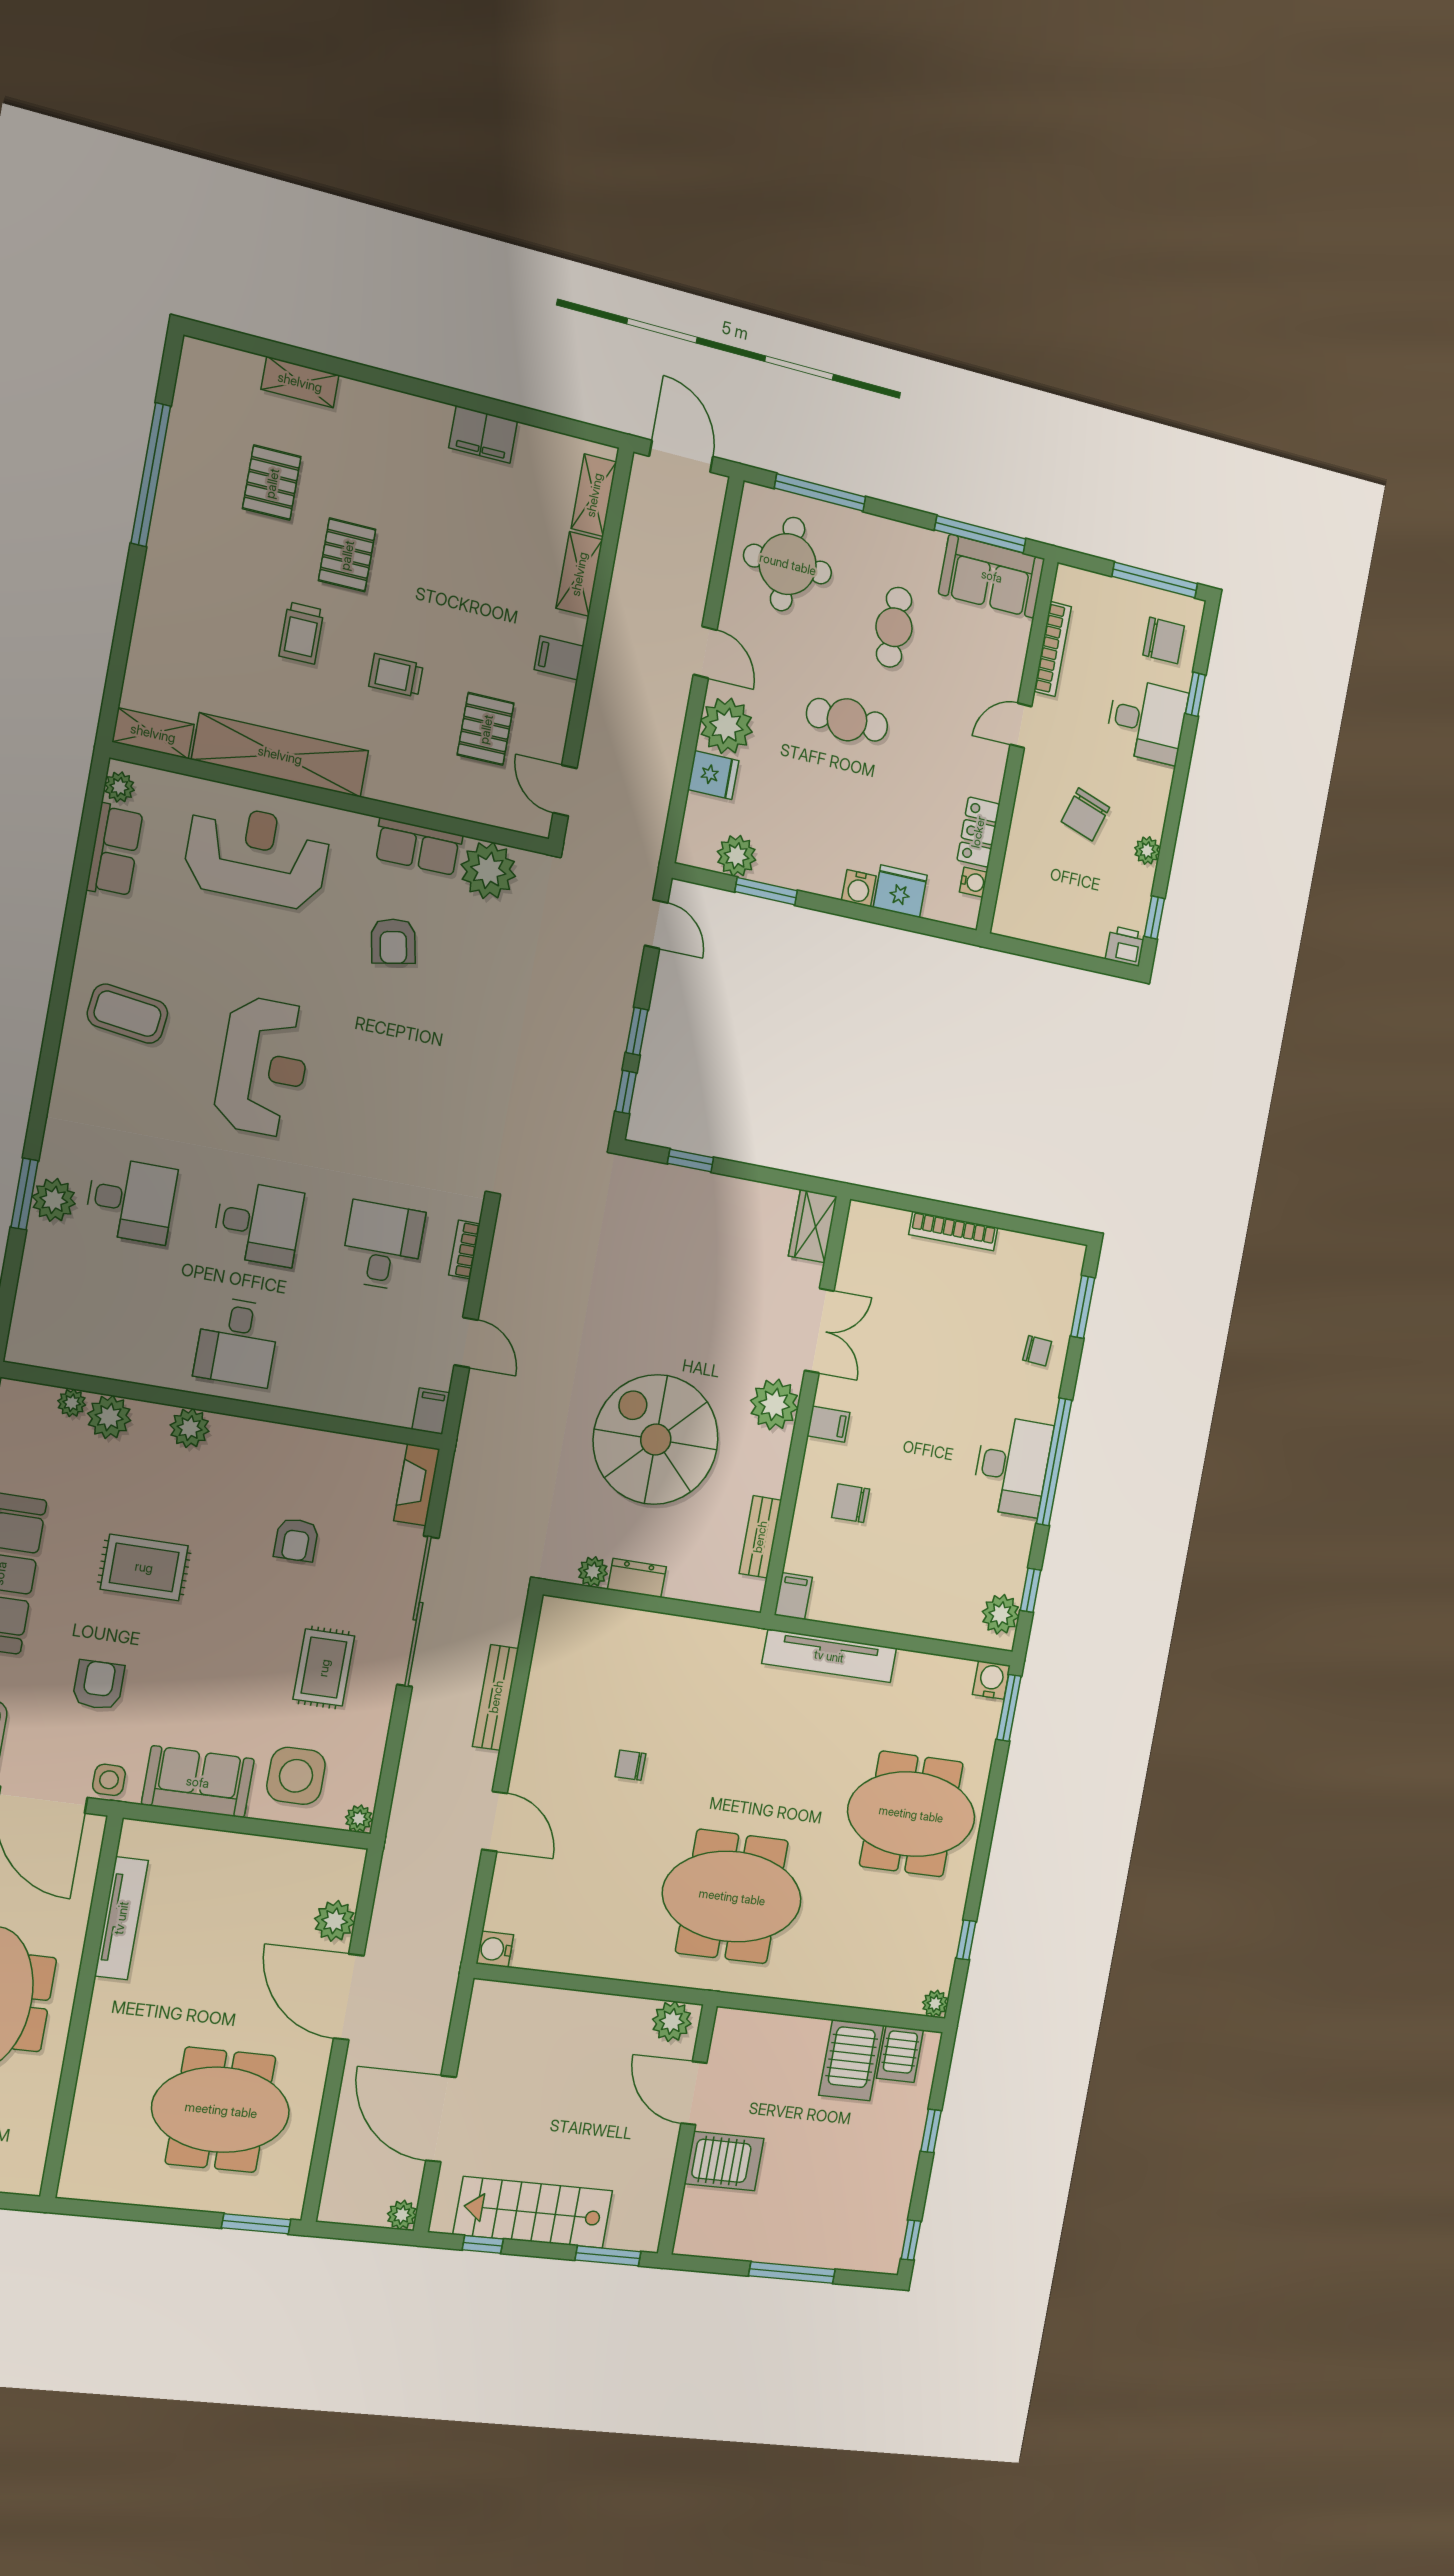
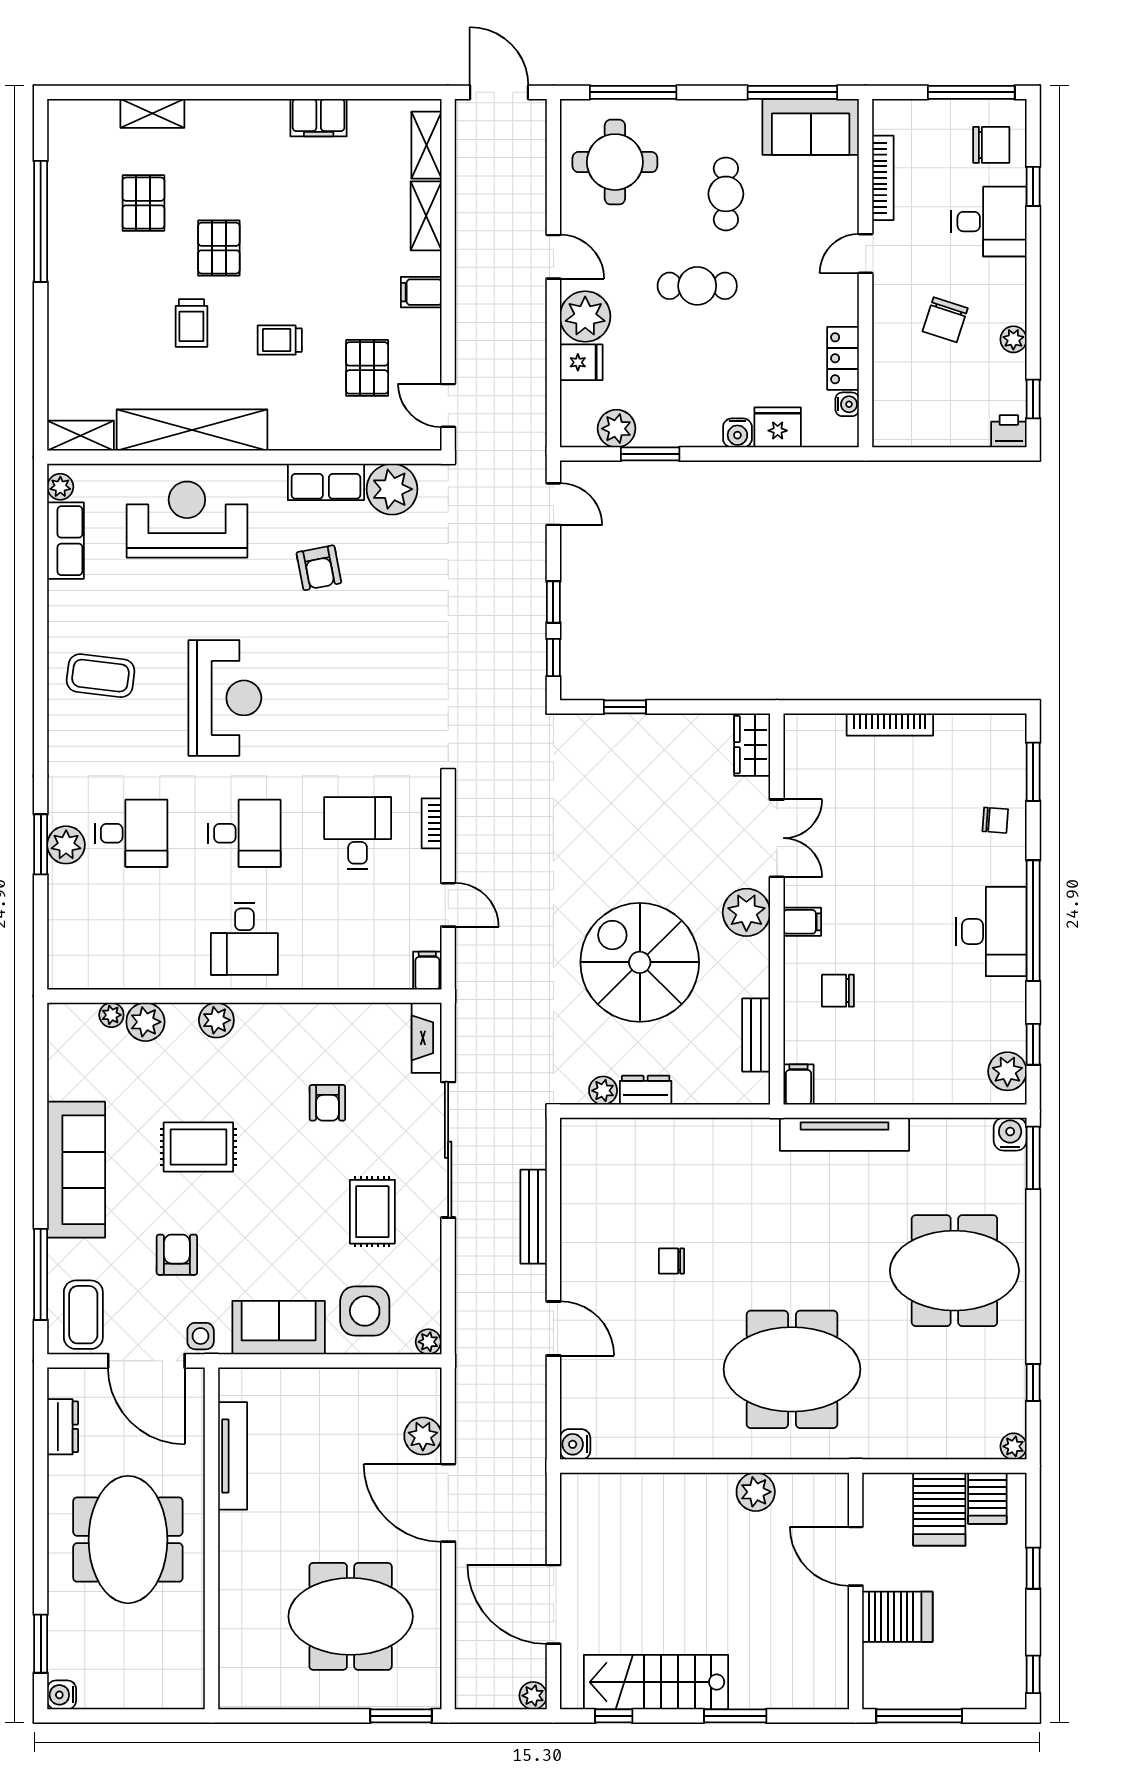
door: (694, 2093) -> (856, 1556), moved
wall: (687, 2130) -> (856, 1591), moved
server rack: (724, 2161) -> (897, 1617), moved

